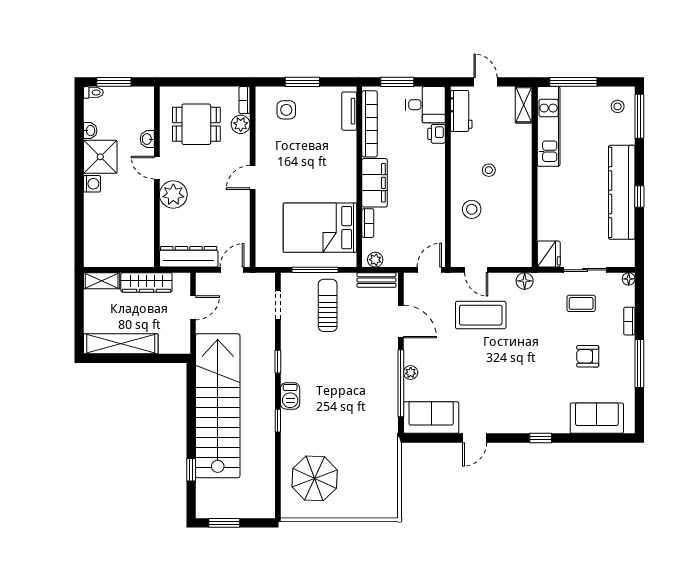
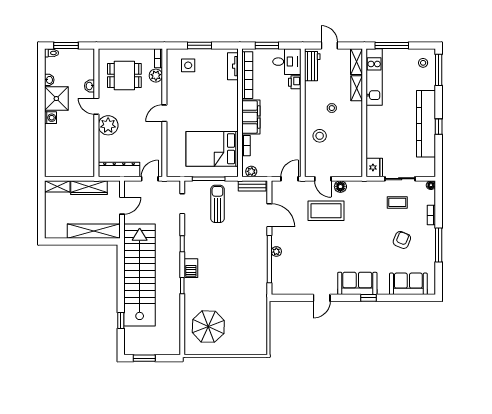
shelving: (524, 142) -> (357, 88), added
floor lamp: (525, 281) -> (340, 187), moved
shelving: (121, 344) -> (94, 231), moved
armchair: (588, 356) -> (402, 240), turned 112
sofa: (431, 418) -> (357, 283), moved

